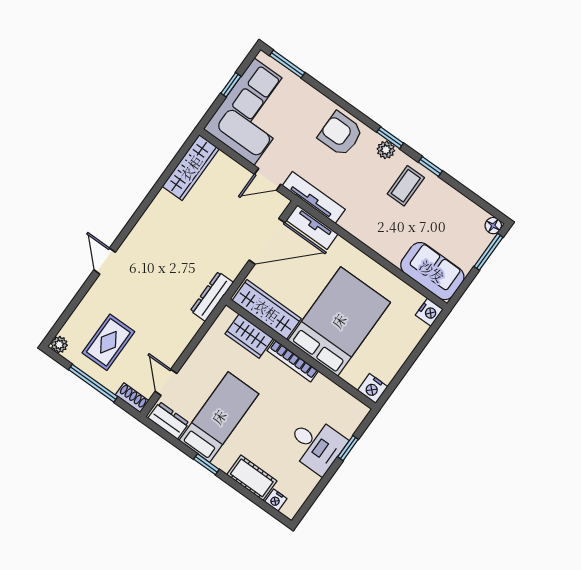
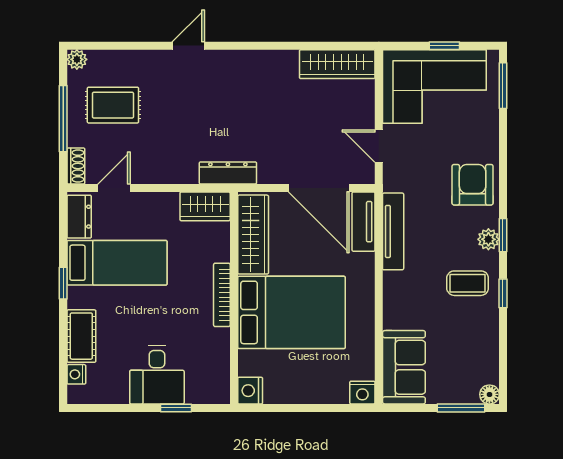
tv unit: (314, 197) -> (393, 231), moved
wardrobe: (249, 336) -> (205, 206), moved, turned -90

